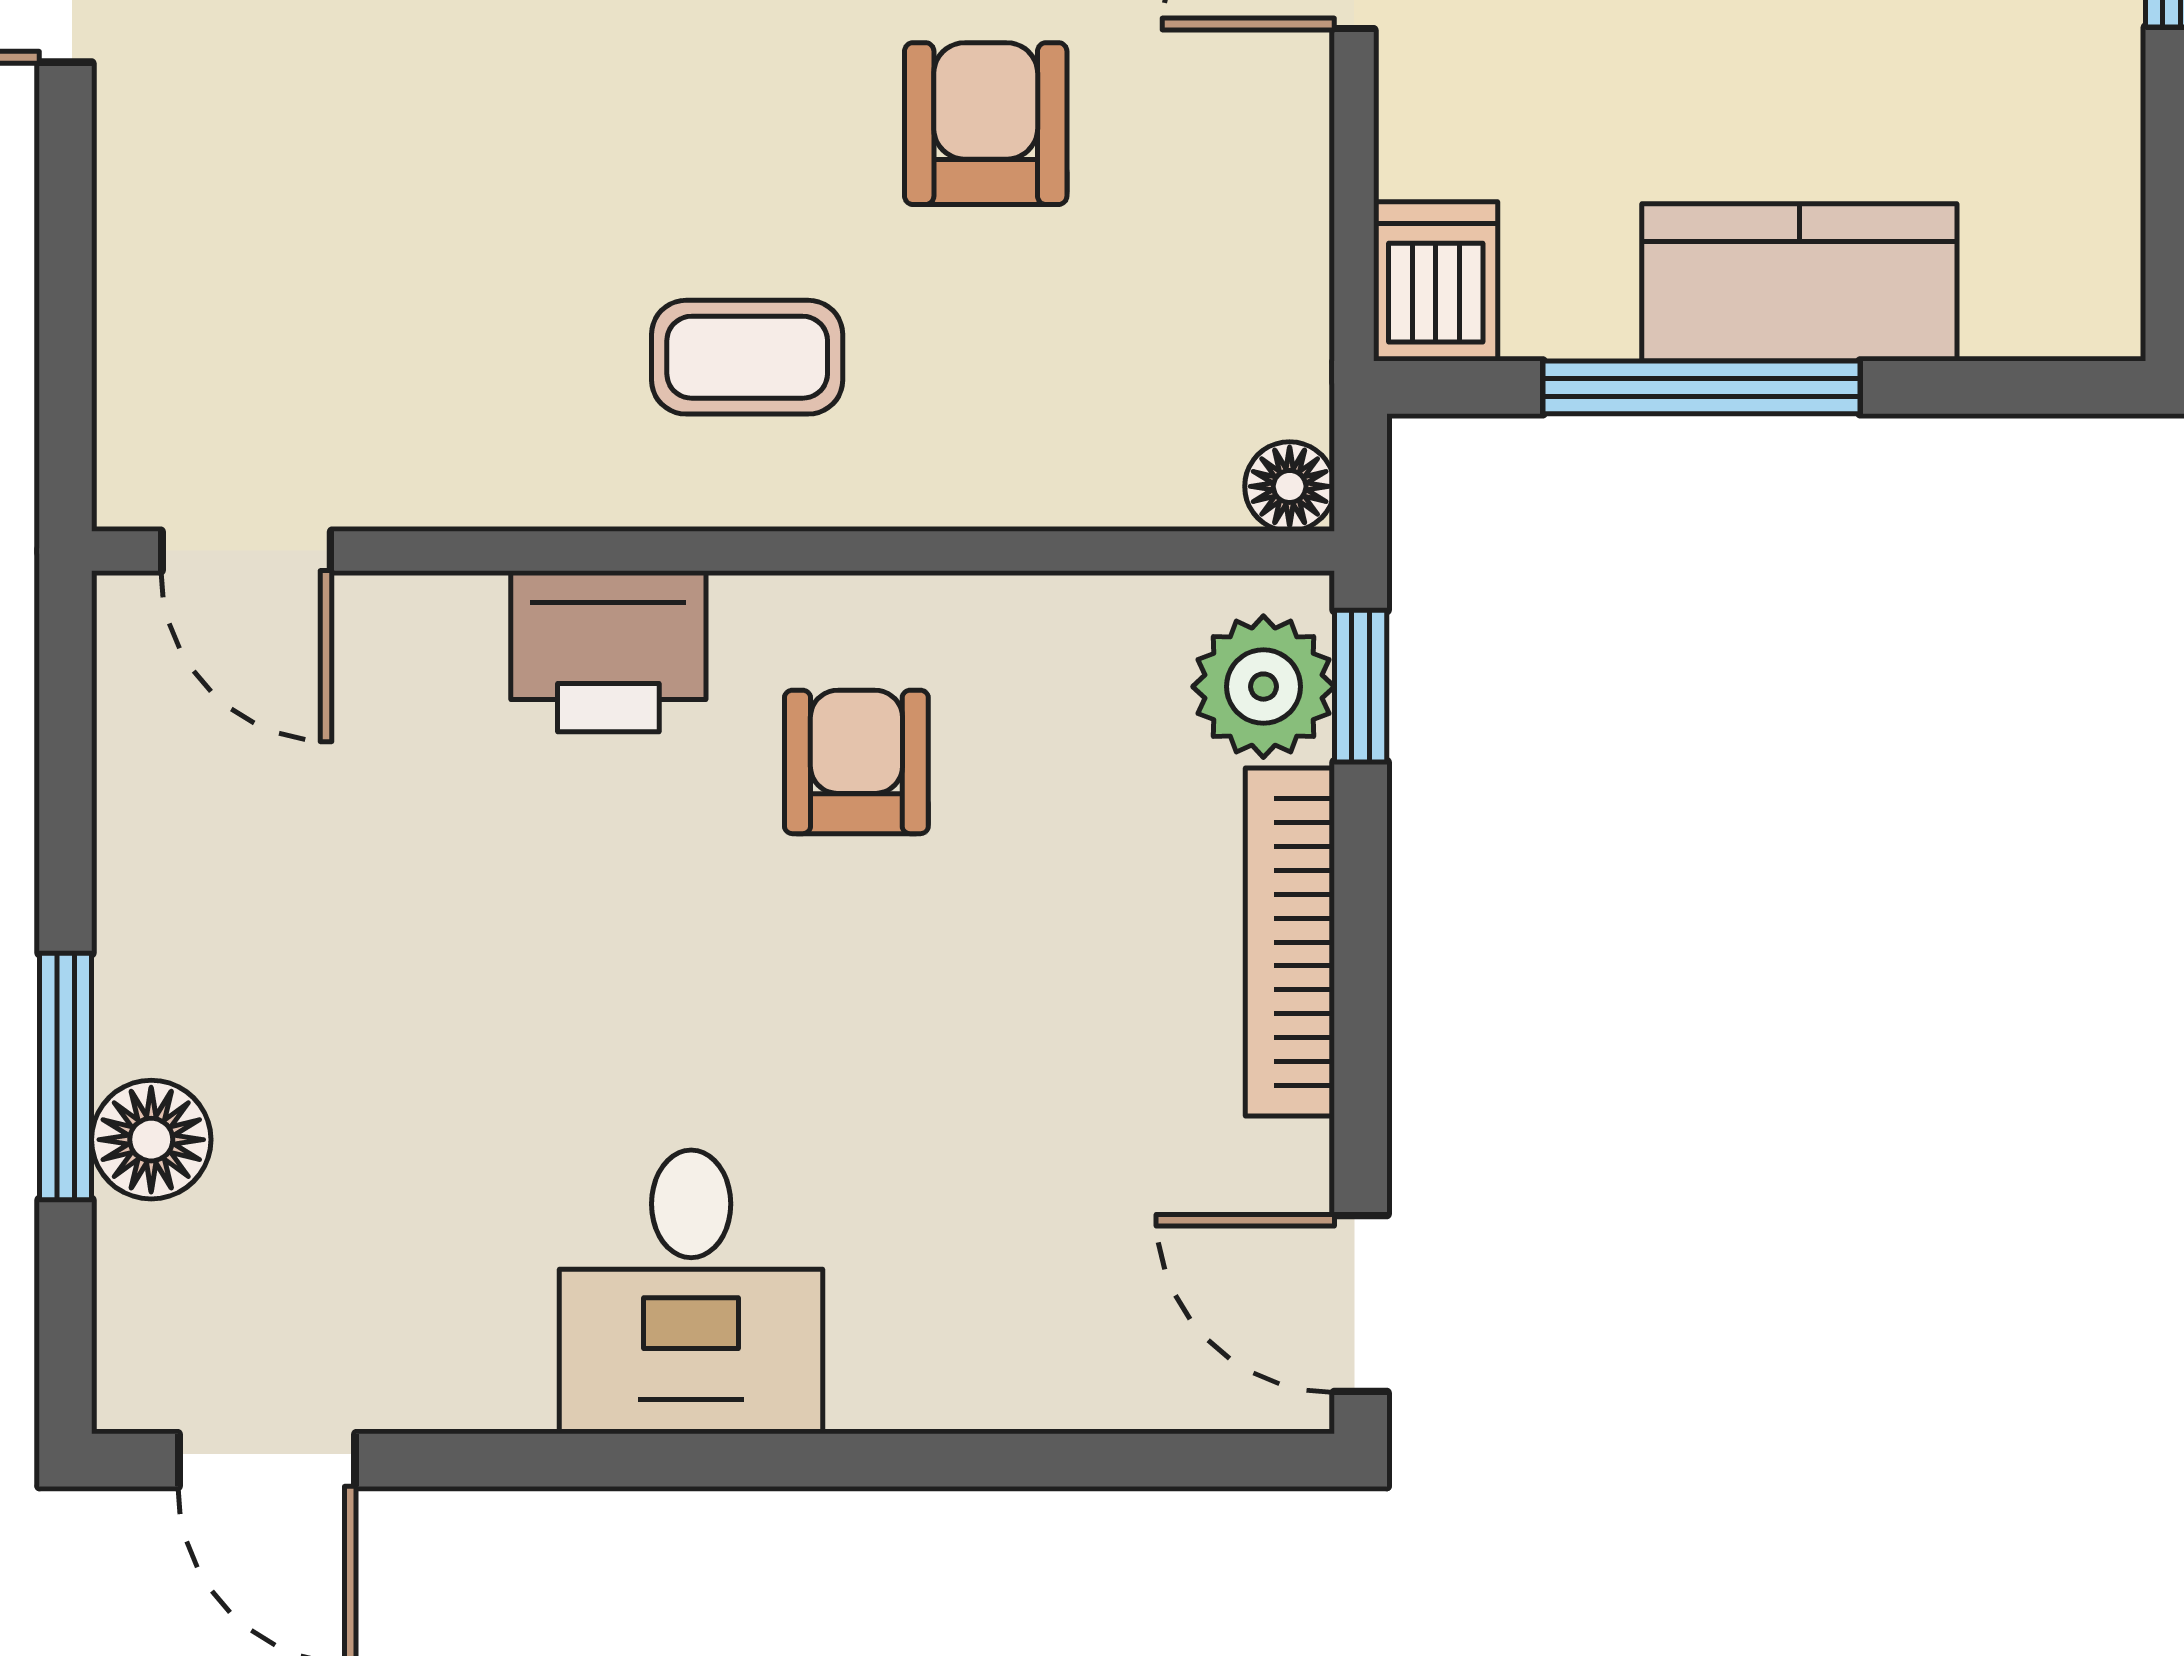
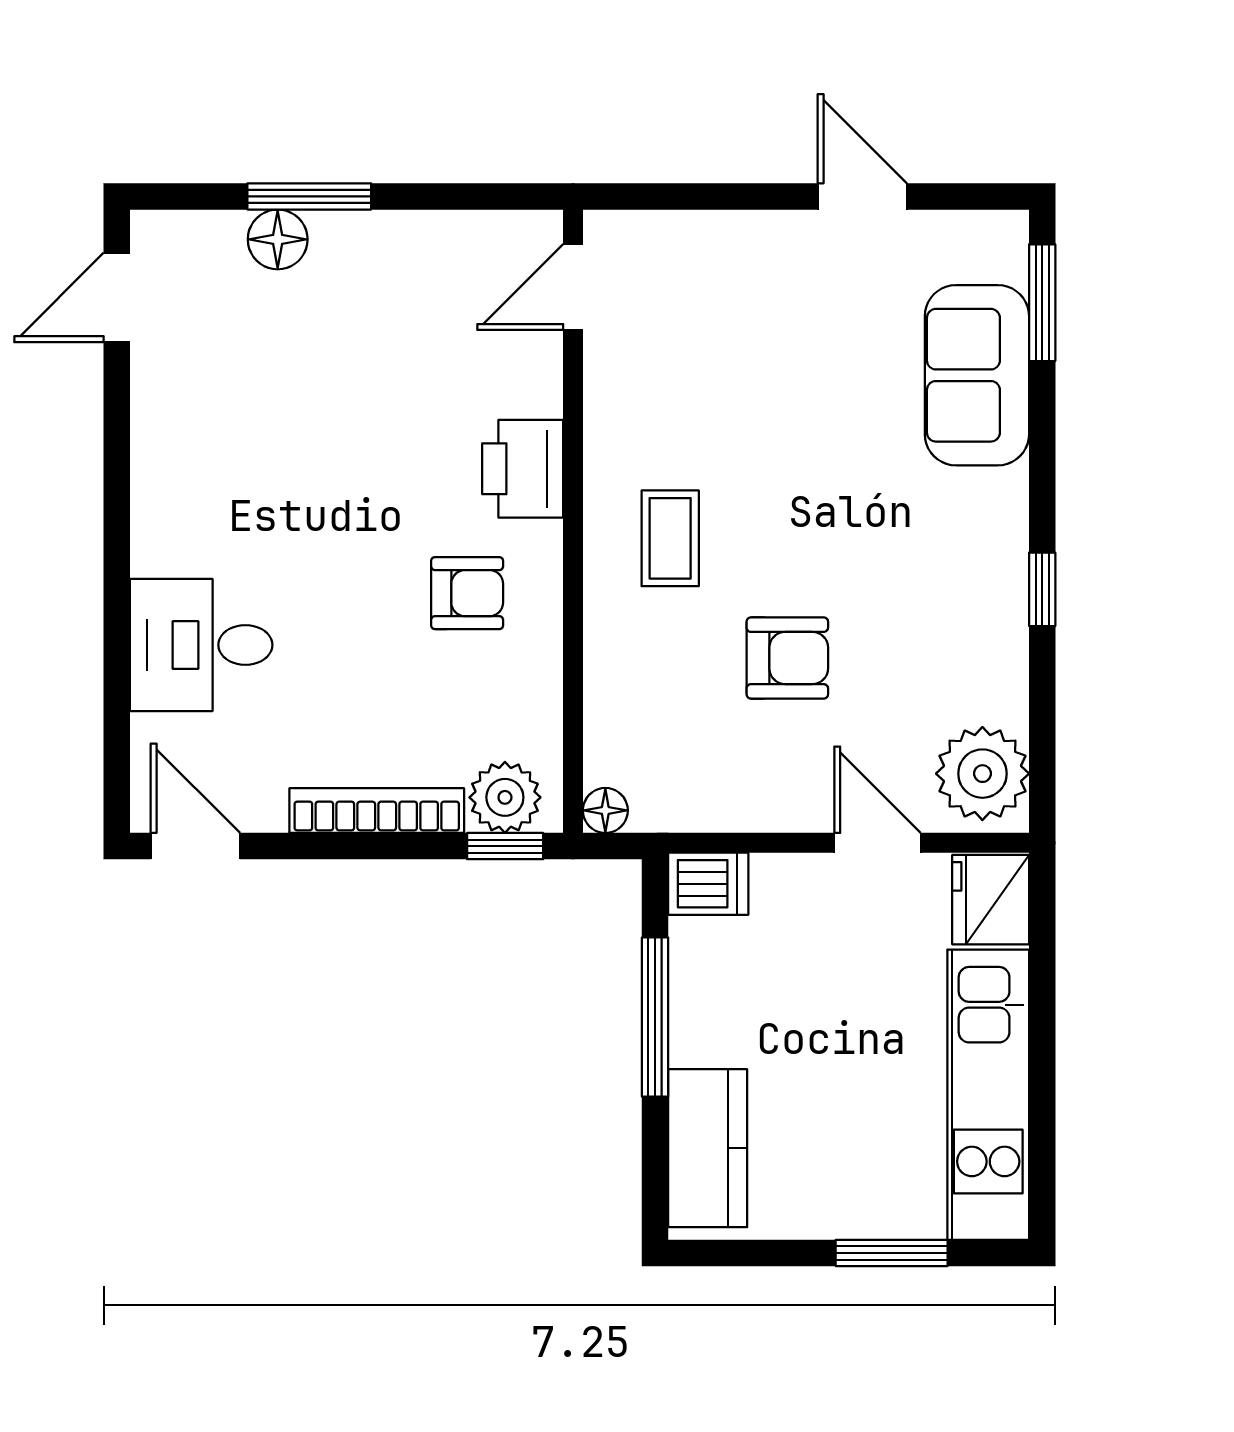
kitchen counter: (1799, 282) -> (708, 1148), moved
desk: (691, 1292) -> (201, 645), moved
door: (1361, 1304) -> (195, 846), hinge flipped

